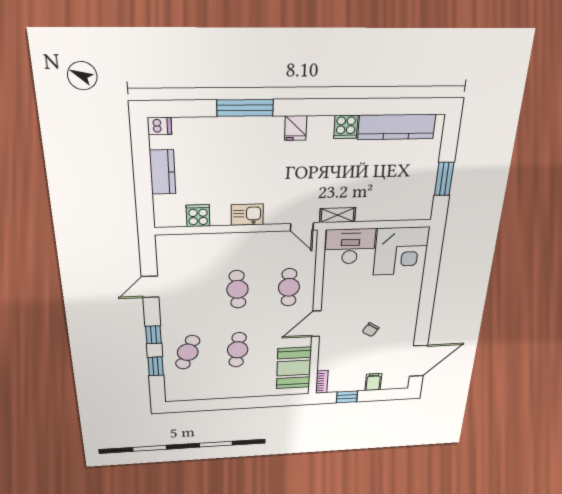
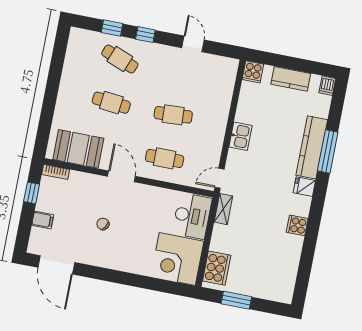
kitchen counter: (397, 127) -> (312, 147), moved
cooker: (408, 208) -> (217, 268), added
cooker: (198, 216) -> (253, 72), moved, turned 90

